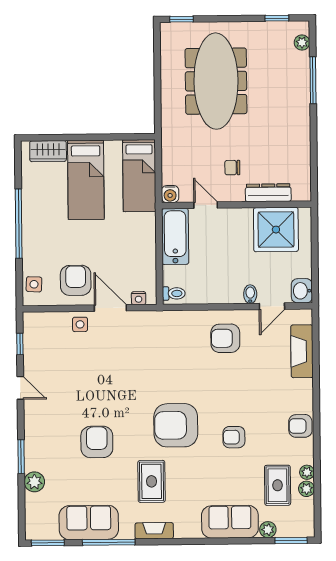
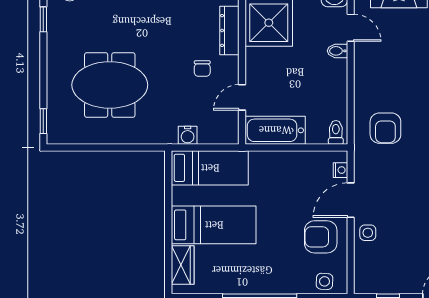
meeting table: (216, 81) -> (110, 85), width x0.73
water cooler: (170, 194) -> (188, 135), moved, turned 90
armchair: (225, 338) -> (385, 128), moved

